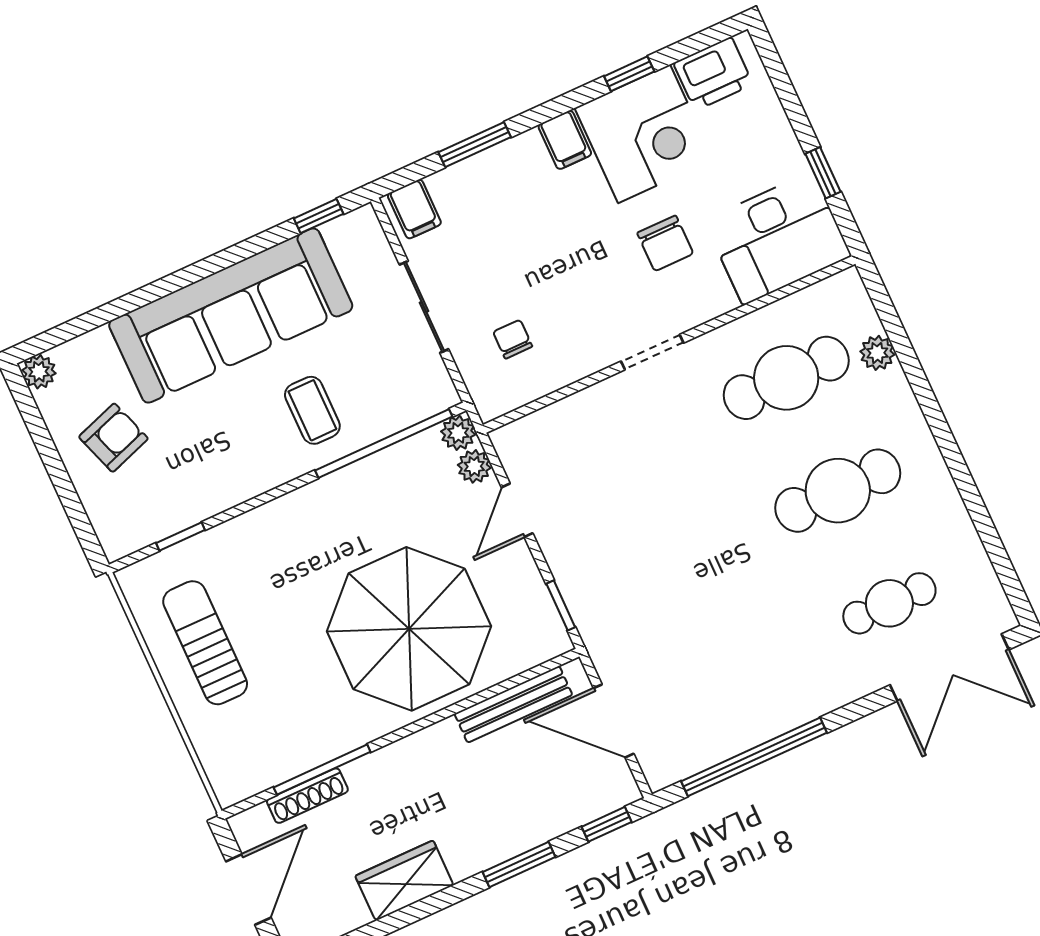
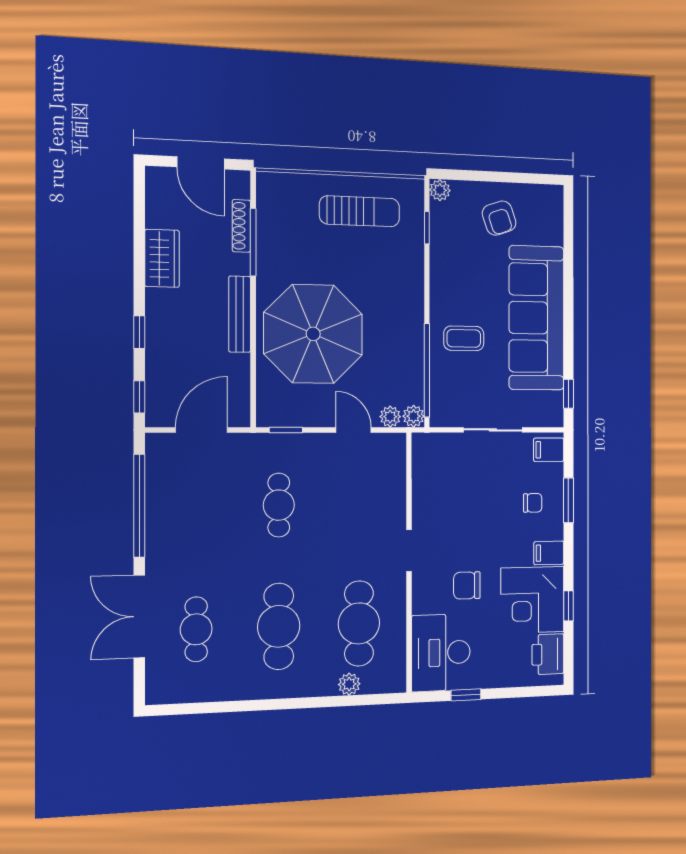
chair: (513, 339) -> (533, 503), moved
plant: (39, 372) -> (440, 190), moved
cafe table: (670, 568) -> (279, 505), added
double door: (949, 667) -> (139, 617), moved
bench: (513, 704) -> (240, 314), moved
window: (519, 864) -> (139, 332), width x0.67

